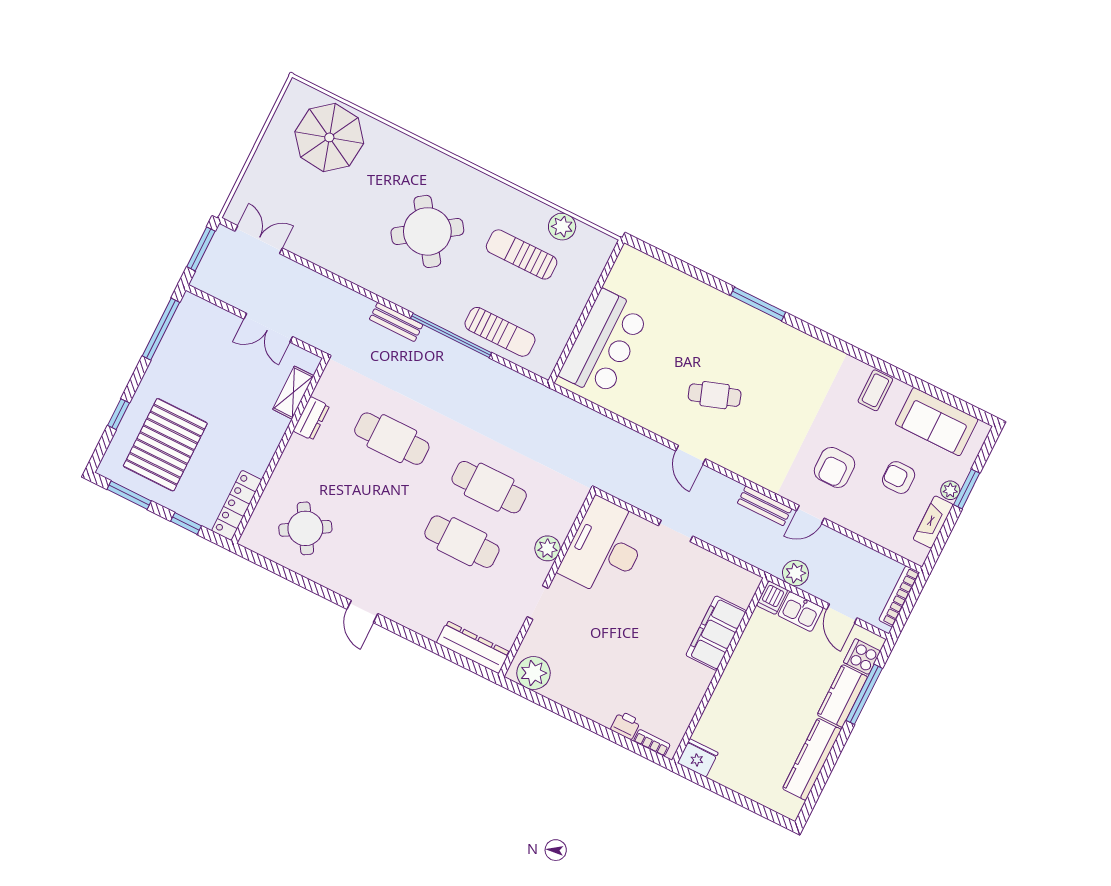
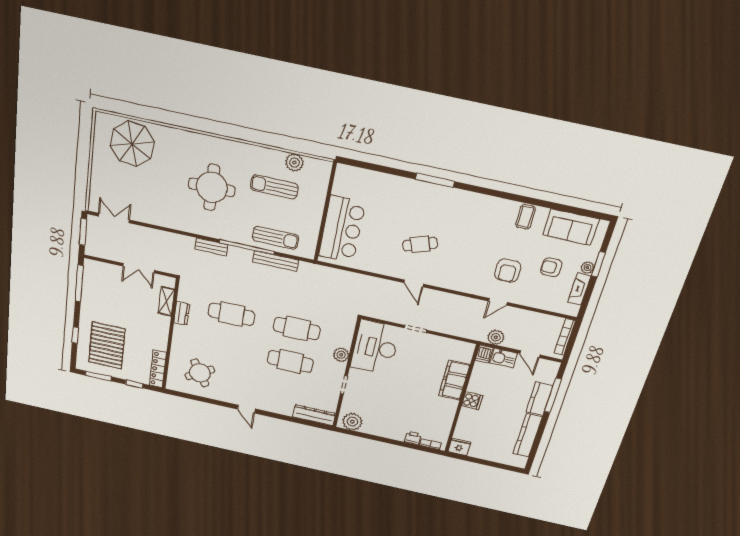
round table: (427, 231) -> (212, 187), turned 34
bench: (765, 506) -> (276, 261), moved, width x1.36
cooker: (862, 657) -> (472, 401), moved, turned 180

